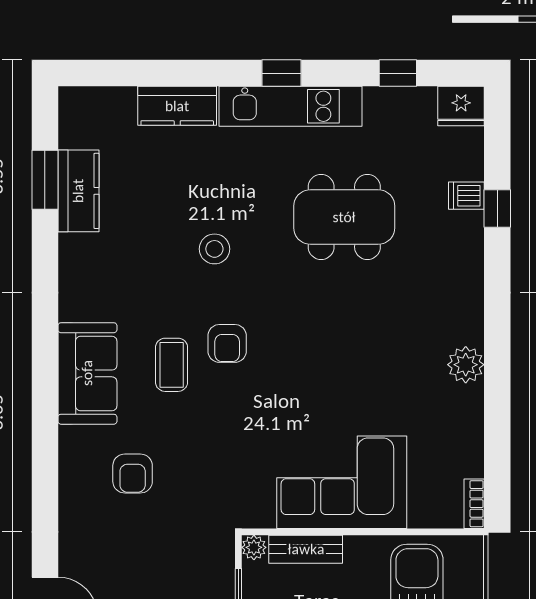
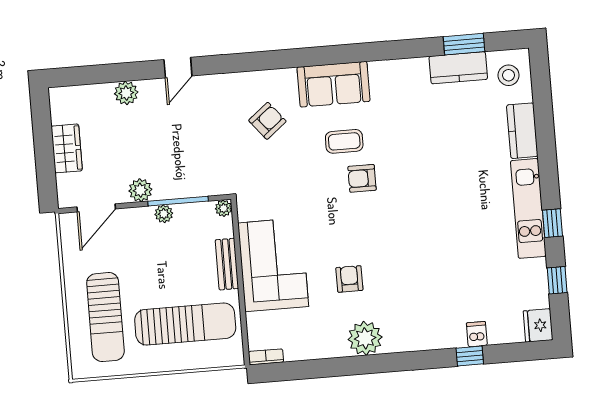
window: (282, 73) -> (552, 223), moved
dining table: (344, 217) -> (455, 252), removed
stool: (214, 249) -> (509, 75), moved
plant: (466, 365) -> (365, 338), width x1.36, depth x1.36
armchair: (371, 374) -> (349, 279), added
armchair: (133, 474) -> (267, 121), turned 141
bench: (306, 549) -> (227, 264), moved

